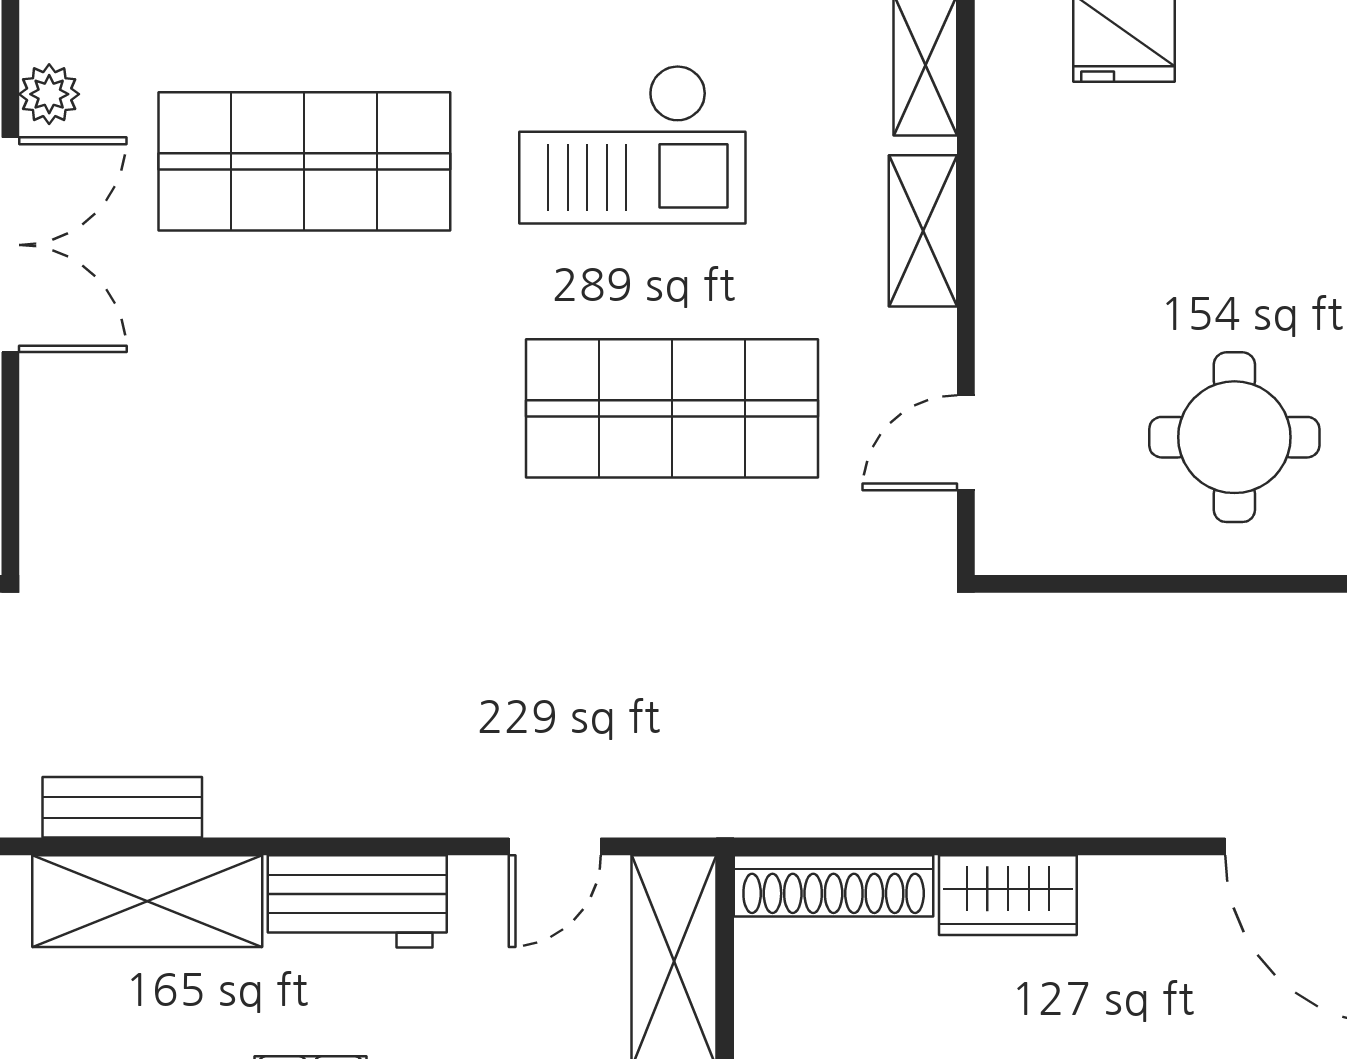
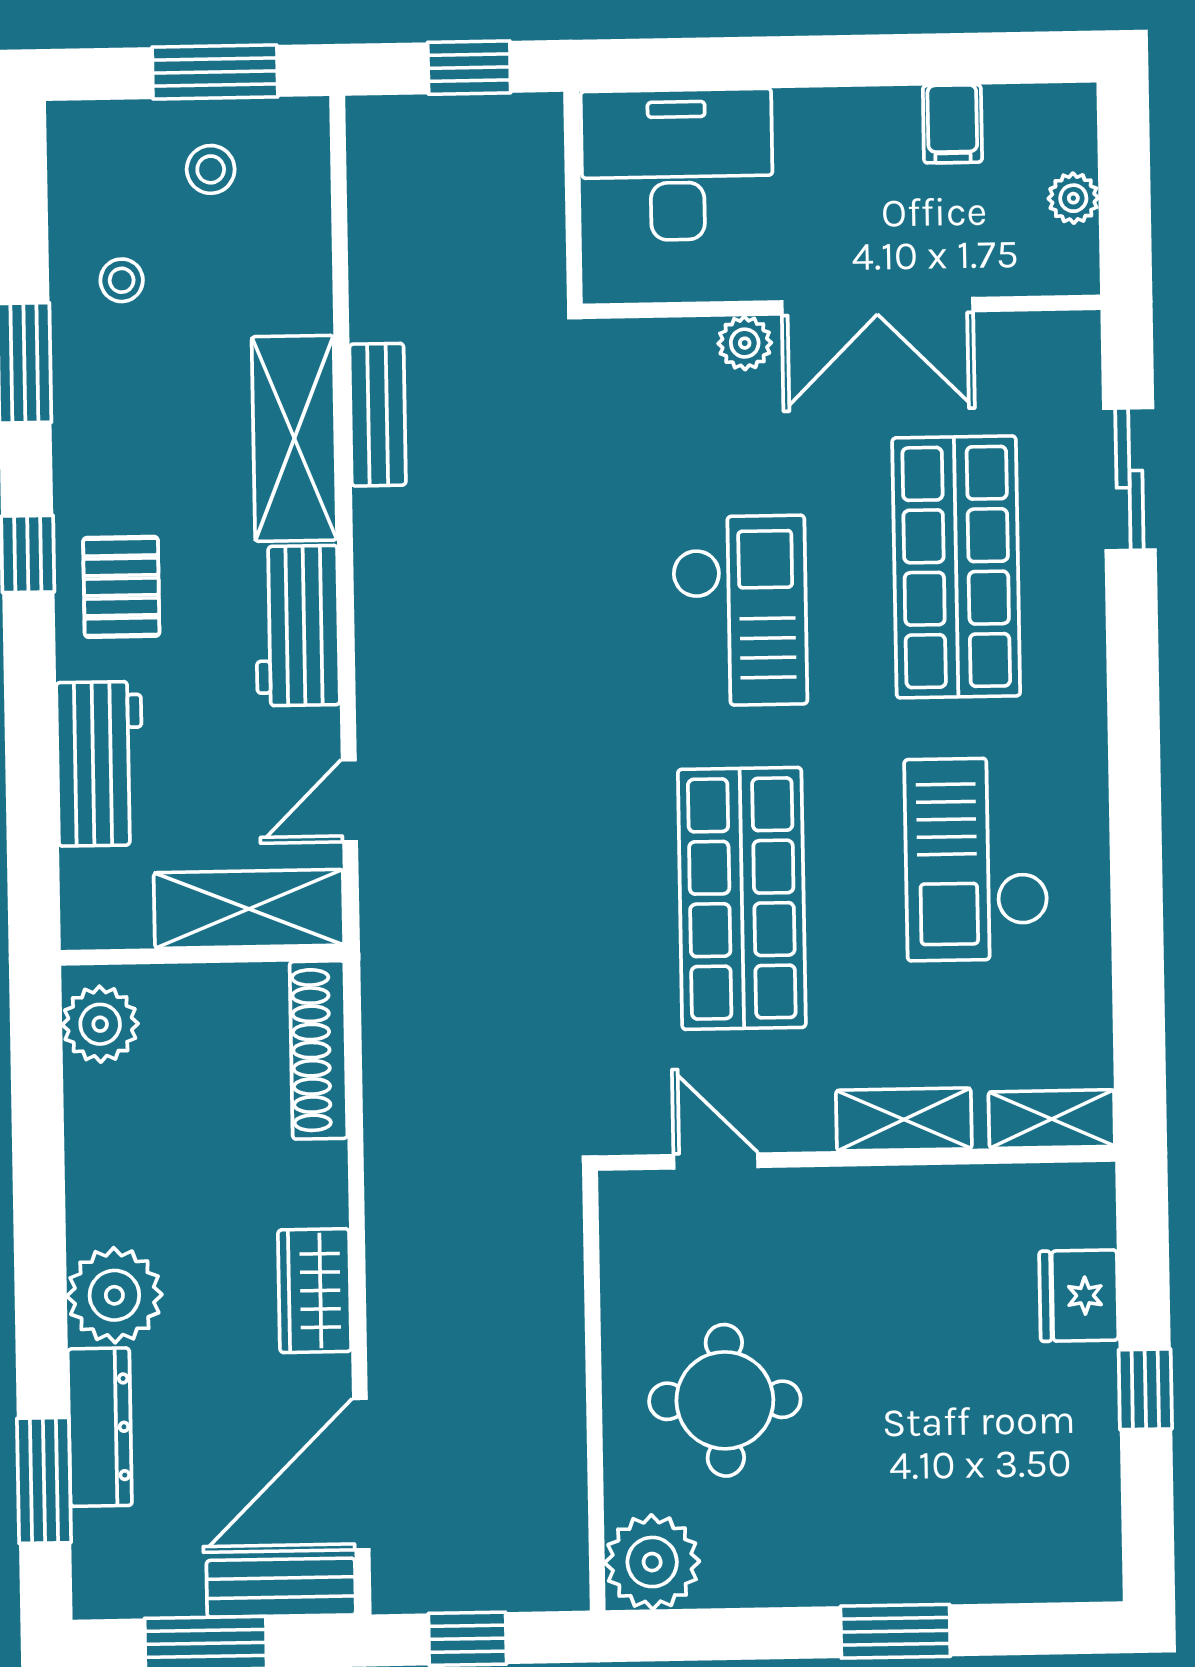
plant: (49, 94) -> (745, 343), moved
checkout: (349, 405) -> (740, 611), added
door: (555, 846) -> (349, 801), hinge flipped
wardrobe: (1008, 895) -> (315, 1291), moved

